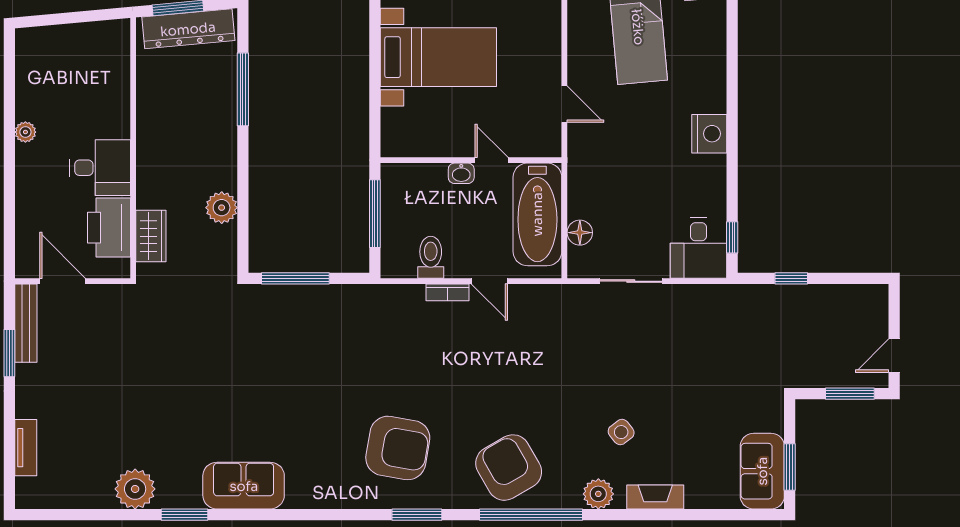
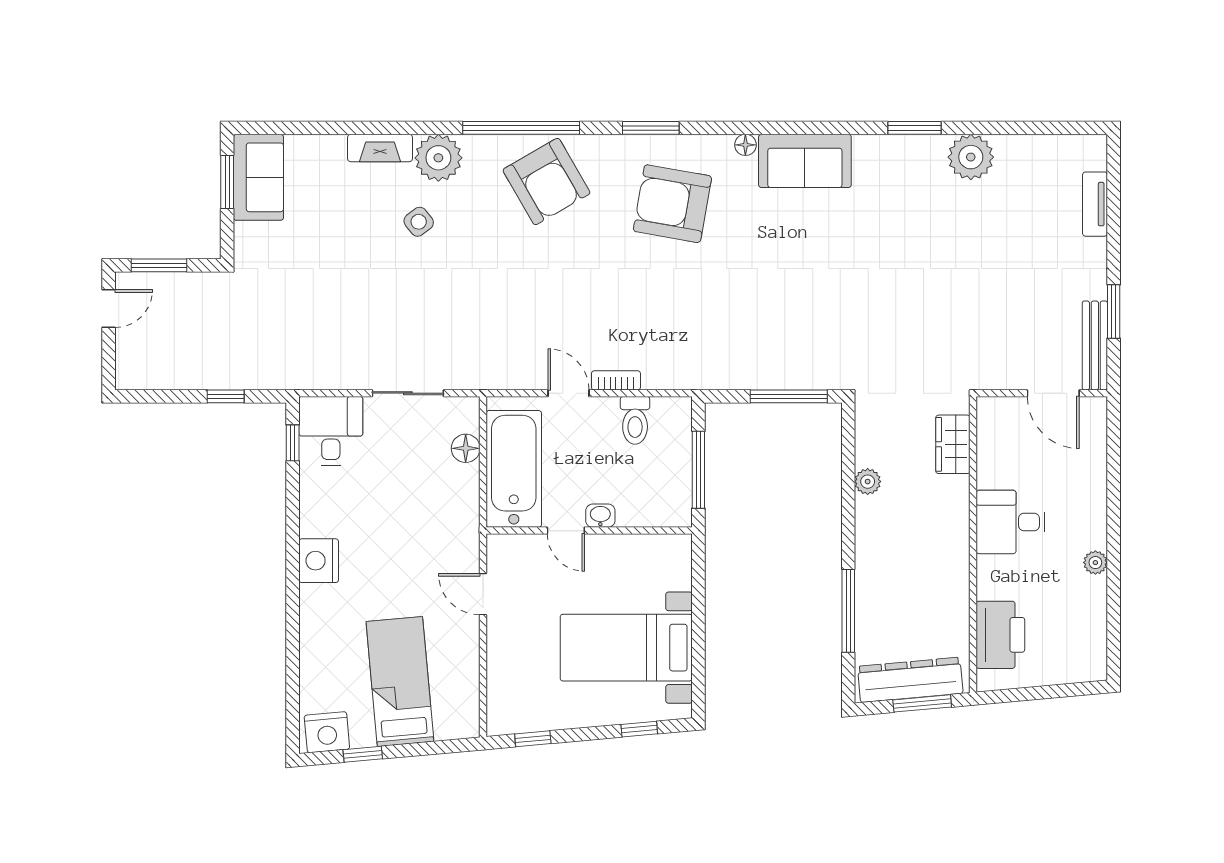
plant: (222, 208) -> (868, 482), width x0.73, depth x0.73
printer: (109, 228) -> (1000, 635), moved
sofa: (244, 486) -> (805, 161), moved
plant: (598, 494) -> (438, 158), width x1.36, depth x1.36
floor lamp: (333, 500) -> (745, 145), added

